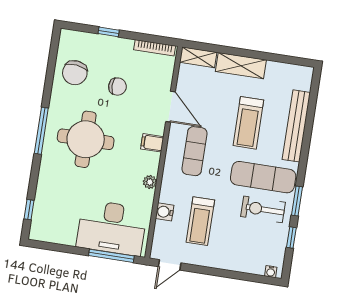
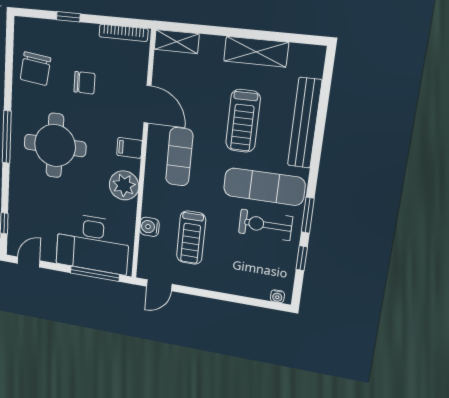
shelving: (241, 66) -> (256, 52), moved
plant: (150, 182) -> (124, 185), width x1.88, depth x1.88
door: (49, 246) -> (29, 262), added

